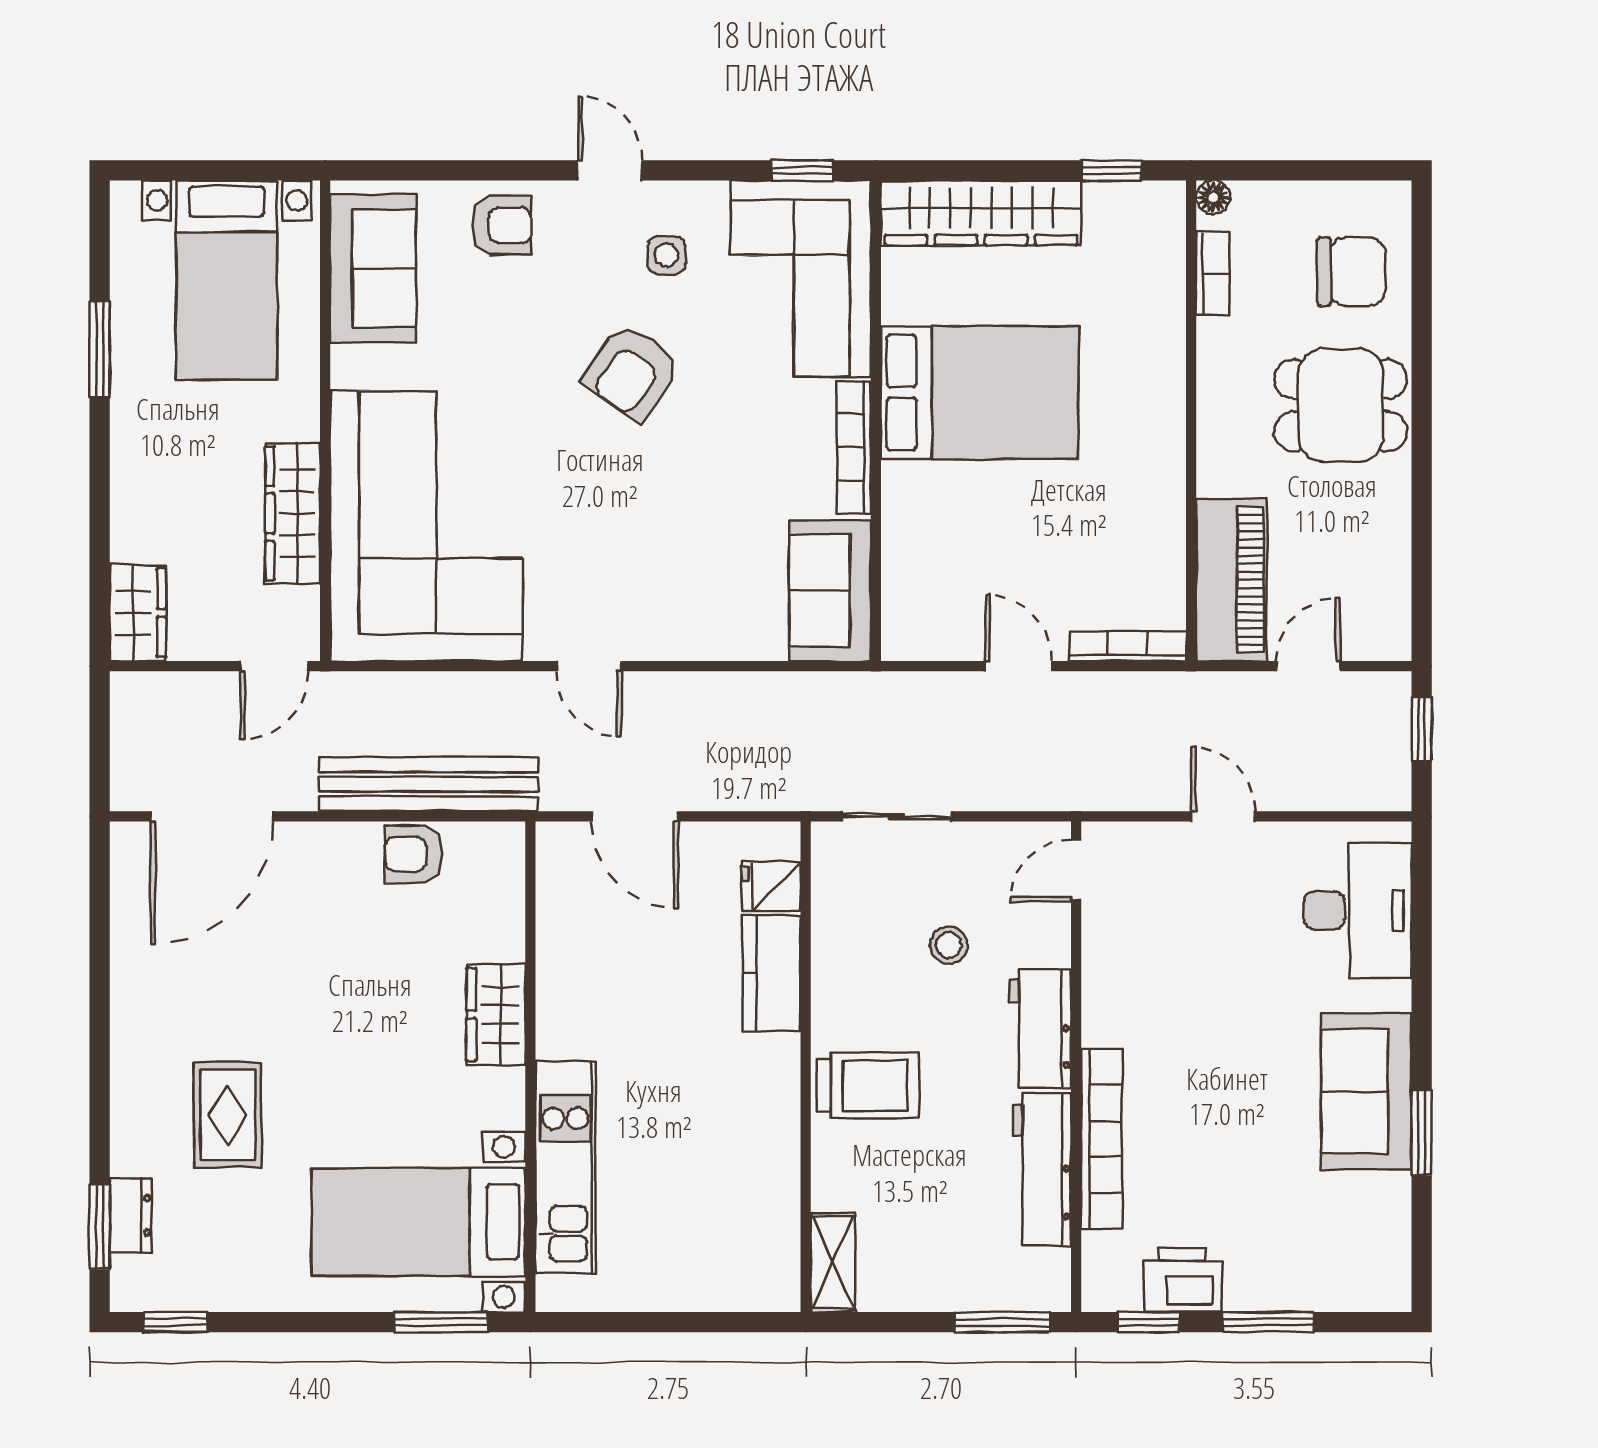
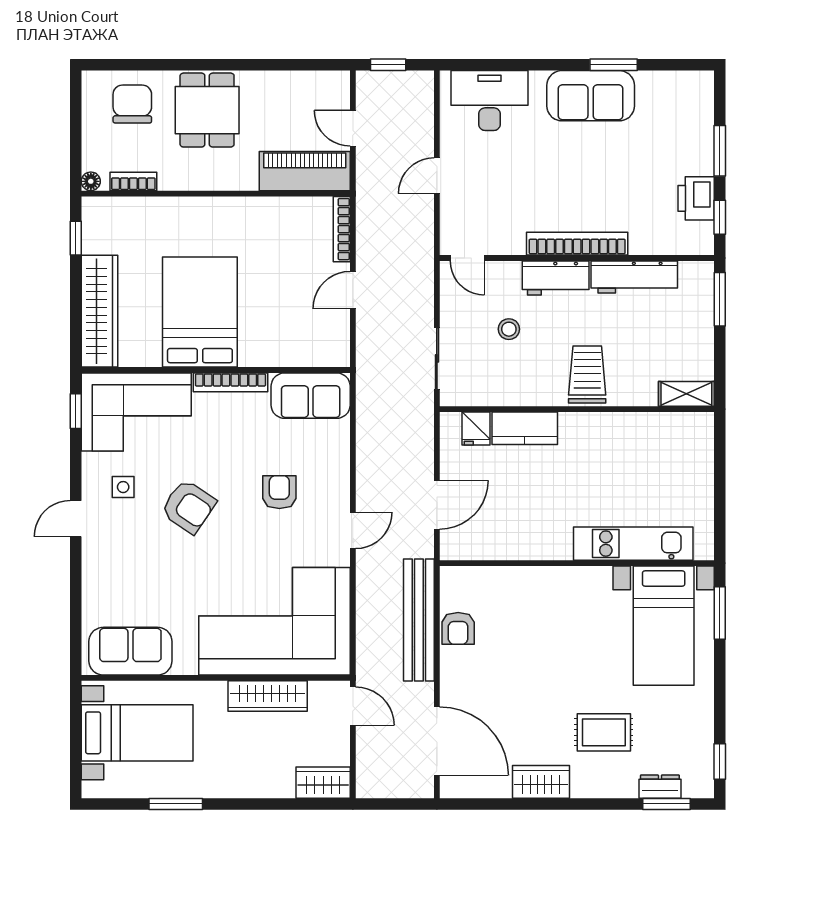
armchair: (501, 225) -> (279, 492), moved
wardrobe: (496, 1015) -> (541, 782), moved, turned 180
bookcase: (1102, 1139) -> (577, 244), moved

